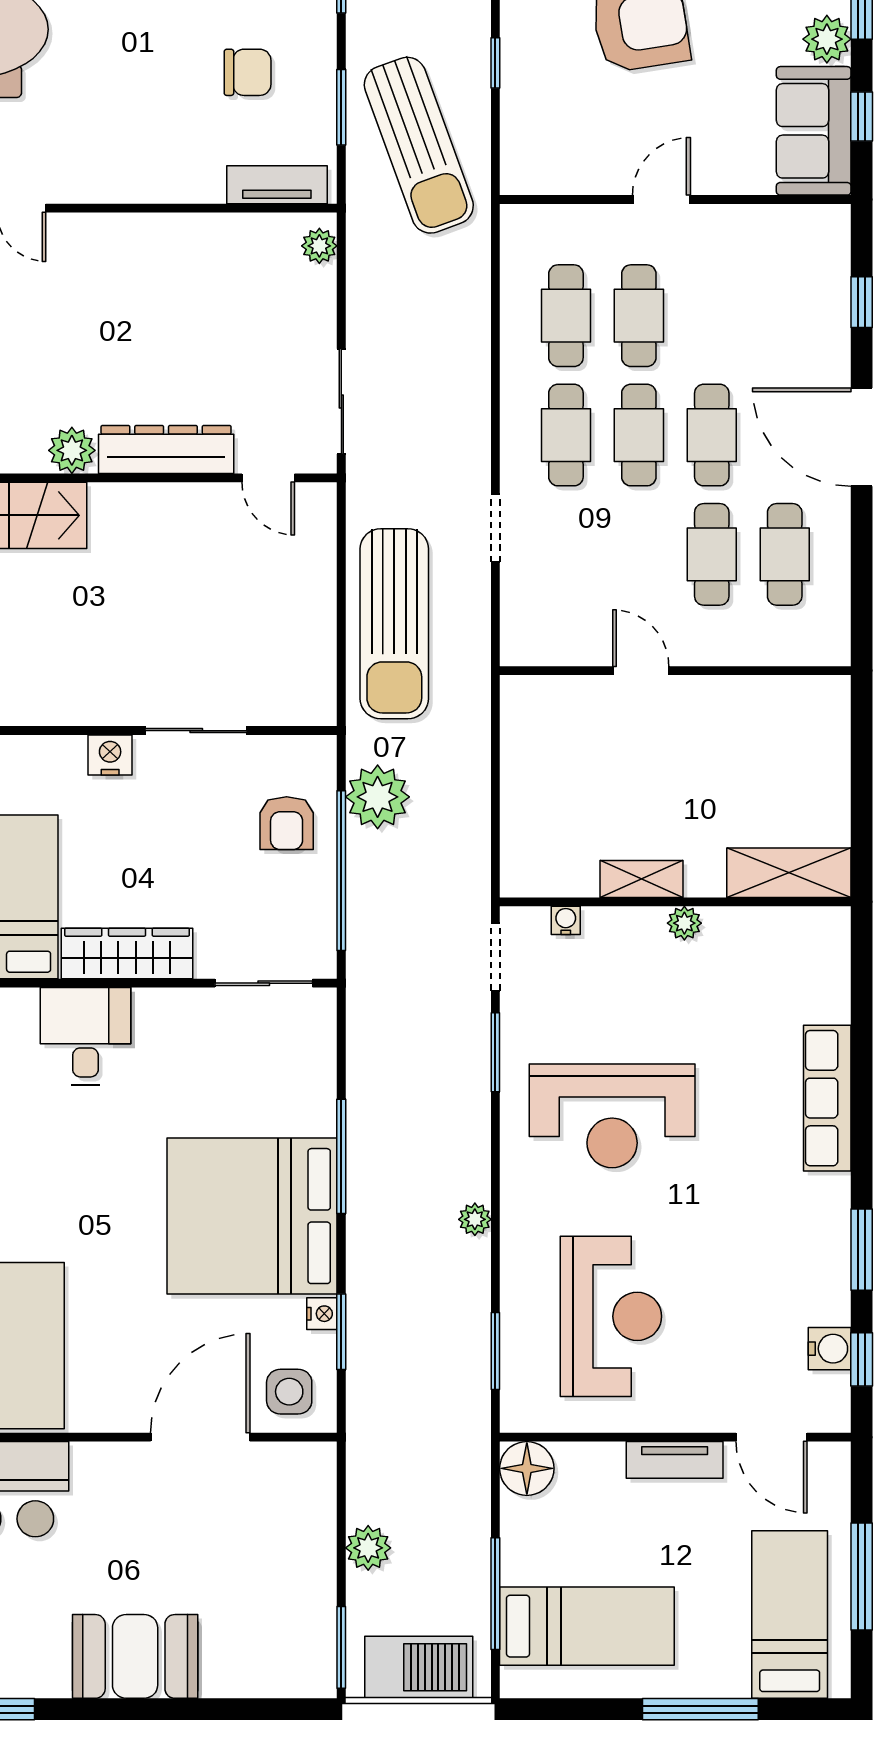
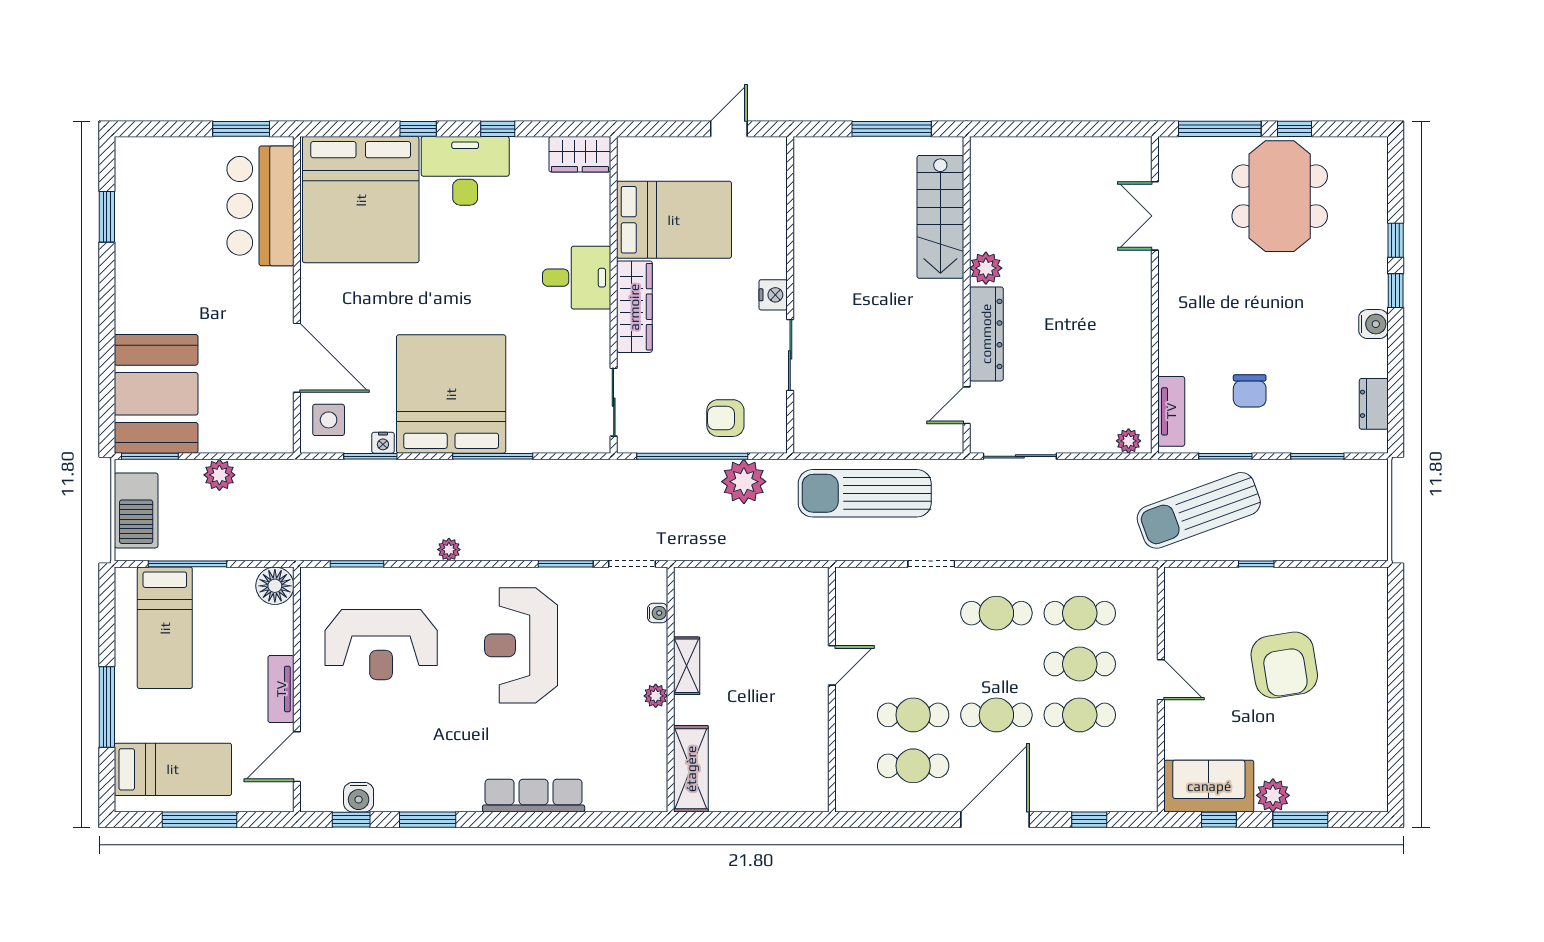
cafe table: (639, 435) -> (1080, 715), moved
booth: (135, 1656) -> (156, 394), moved, width x1.36, depth x1.42

